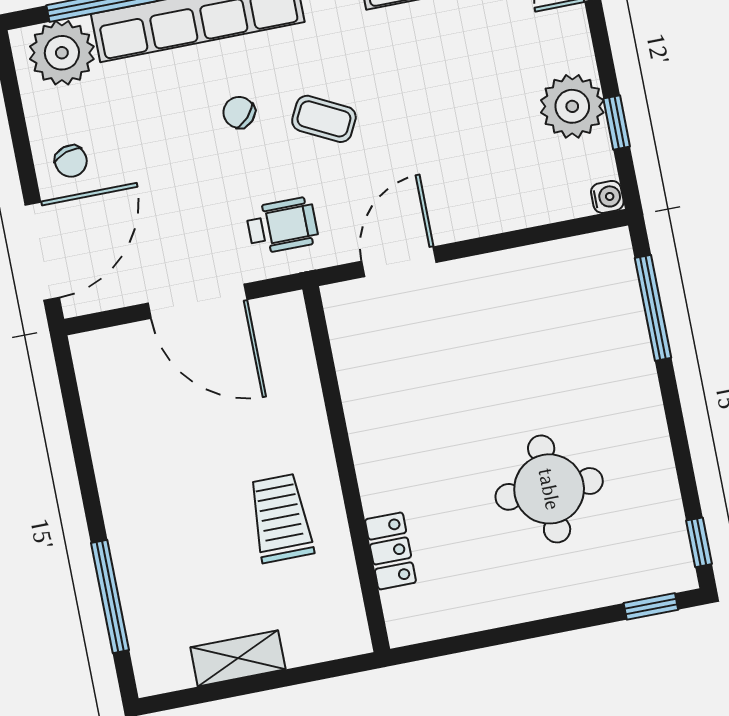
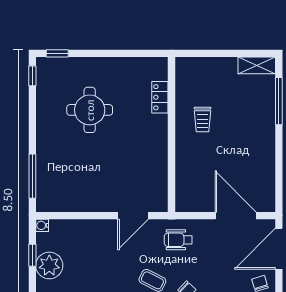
door: (197, 301) -> (236, 216), moved
trolley: (281, 518) -> (202, 120), width x0.73, depth x0.72
shelving: (238, 658) -> (257, 65), moved

